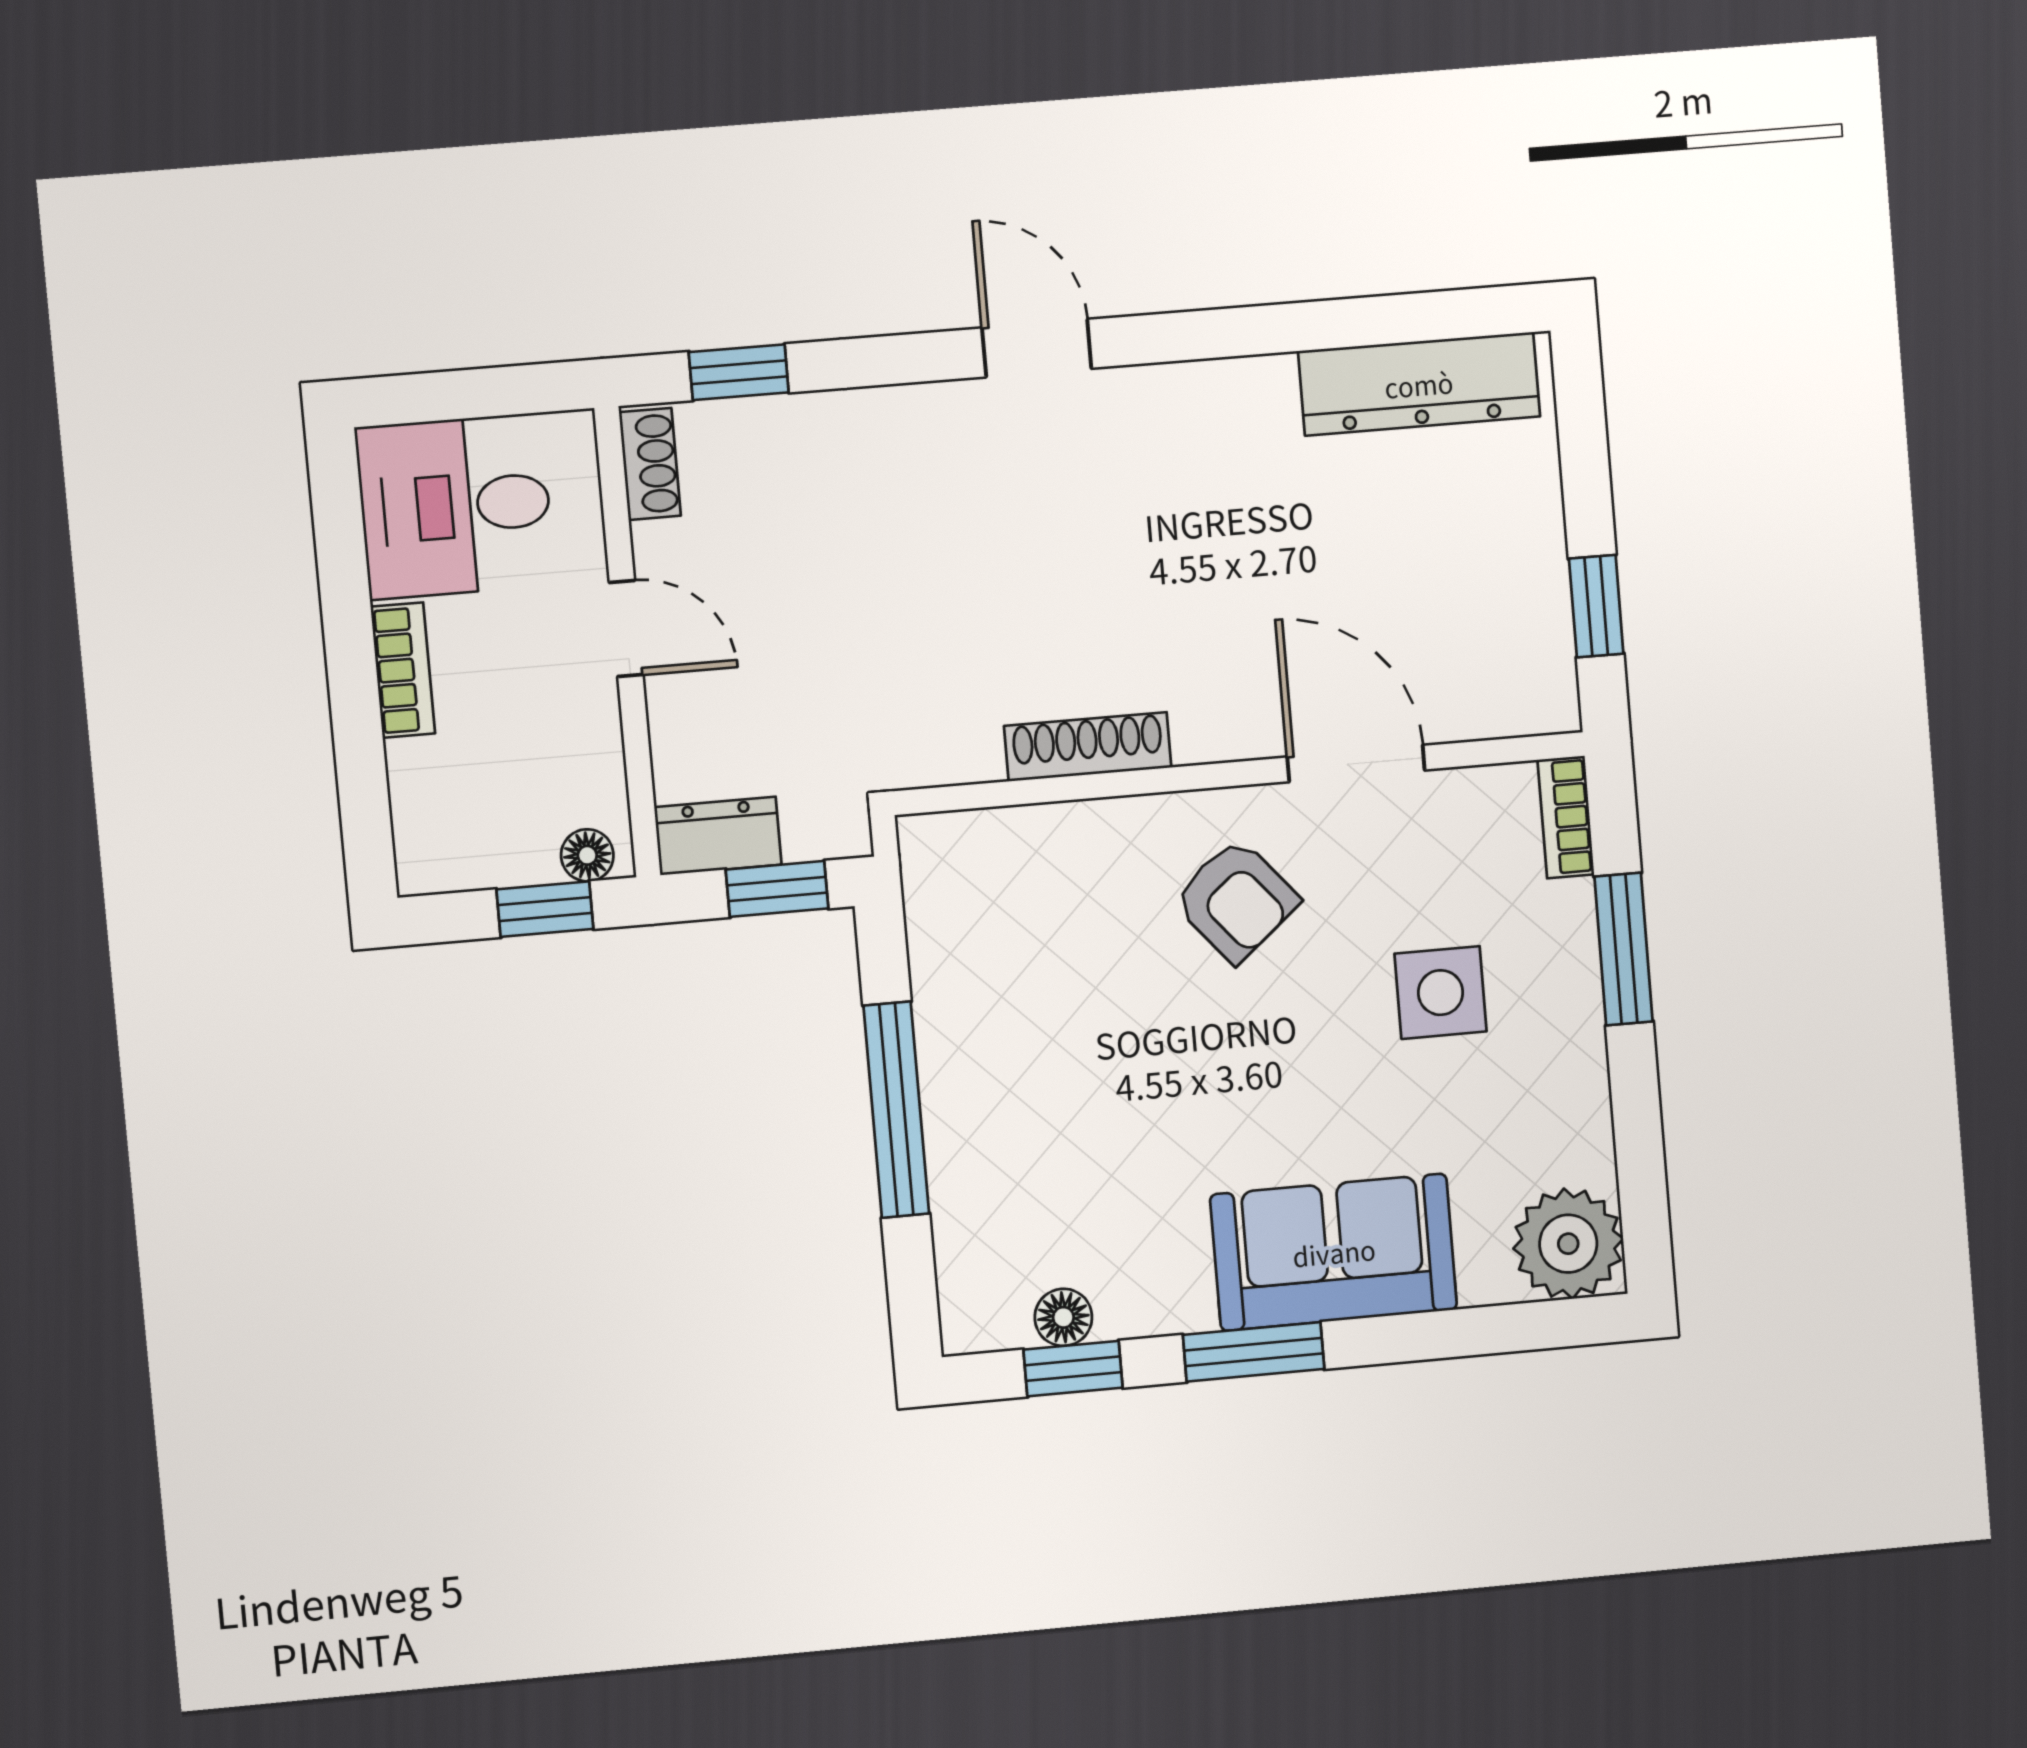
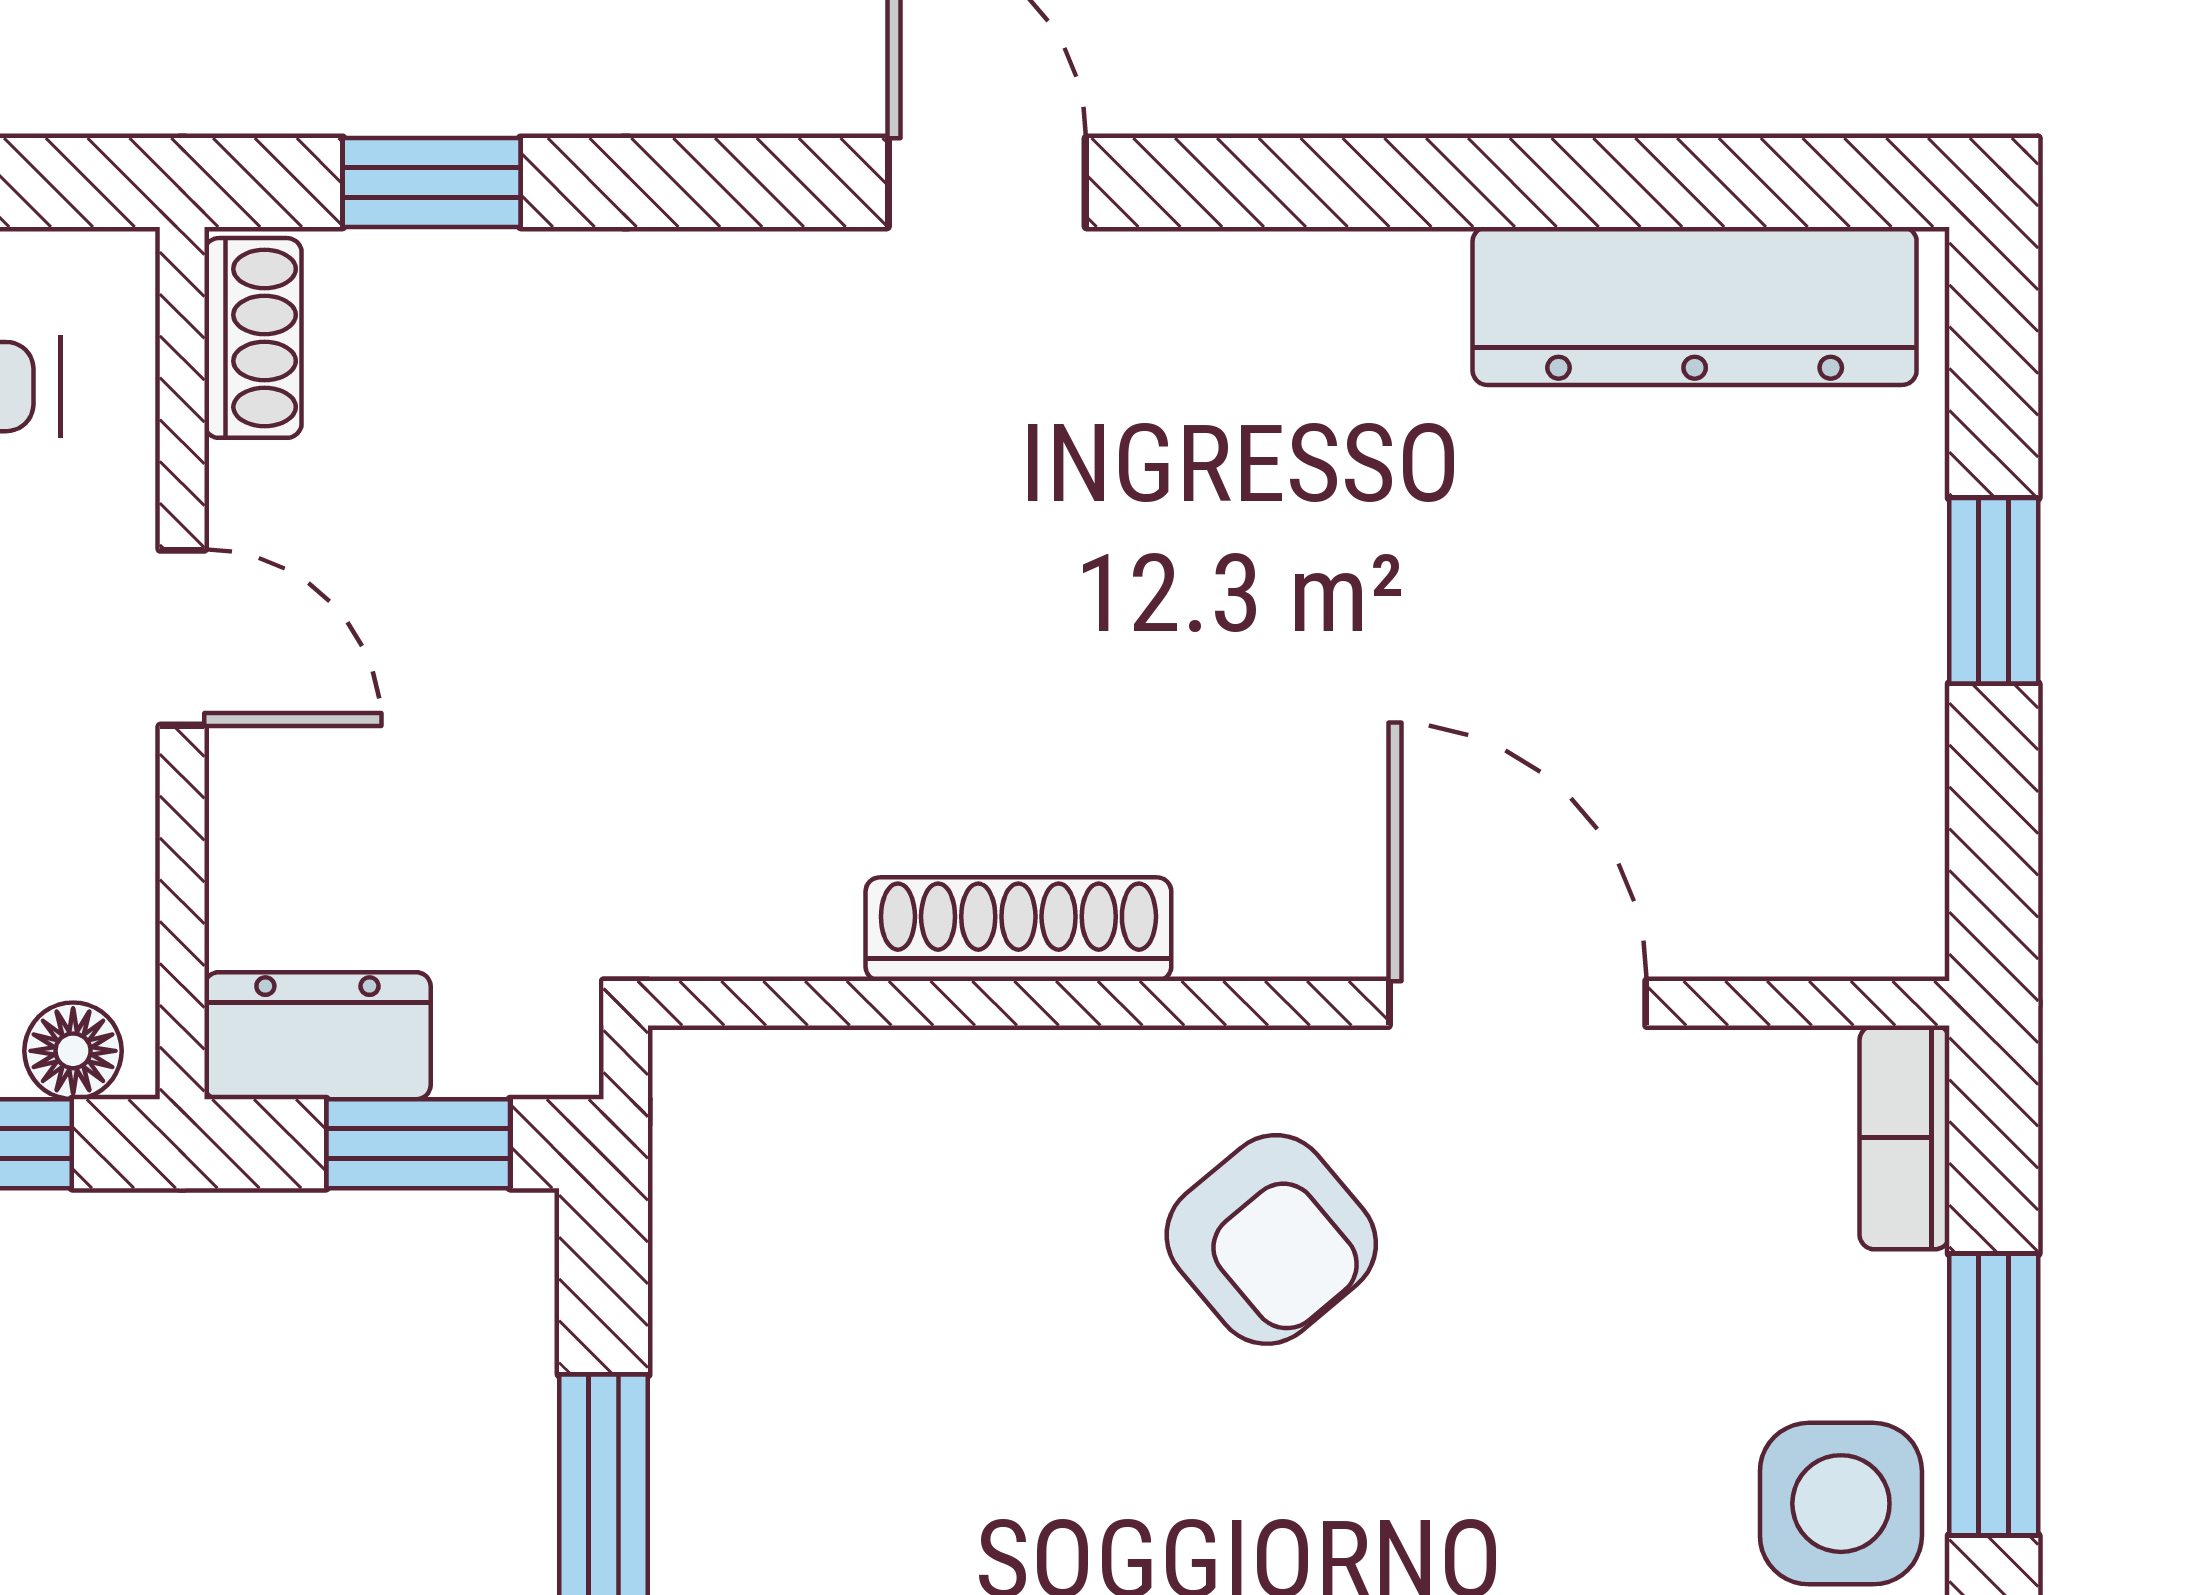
window: (1596, 606) -> (1994, 591), moved
side table: (1441, 993) -> (1841, 1504), moved

